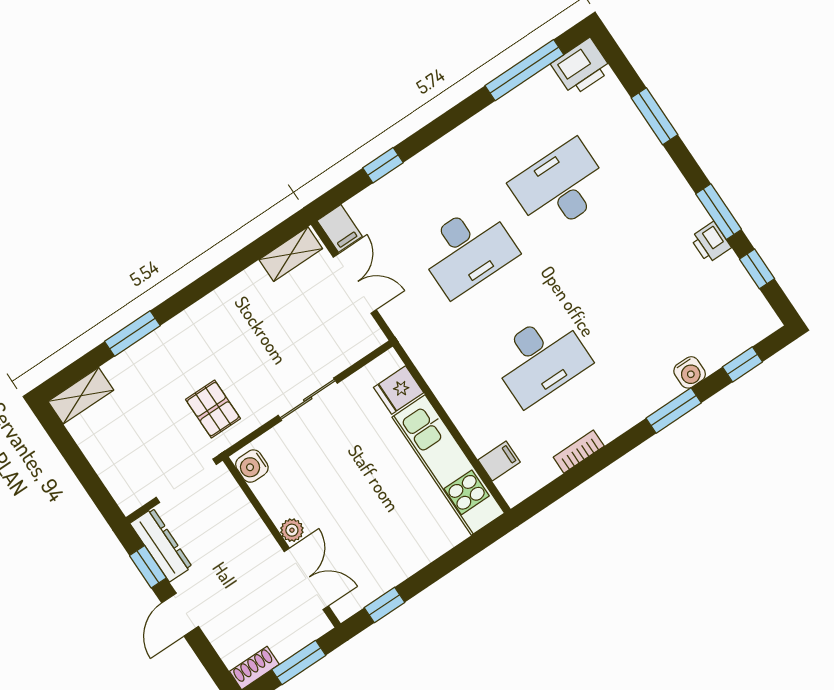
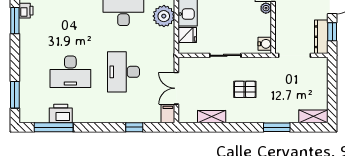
printer: (581, 67) -> (61, 113), moved
window: (654, 116) -> (15, 95), moved
desk: (467, 250) -> (123, 72), turned -90
shelving: (291, 254) -> (212, 117), moved
plant: (462, 395) -> (164, 16), added
pallet: (213, 409) -> (245, 89), moved, turned 90

